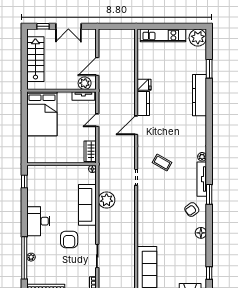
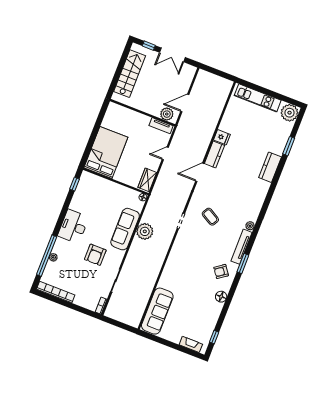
kitchen counter: (200, 95) -> (270, 167), width x0.67
bed: (42, 114) -> (106, 152), moved, turned 180

